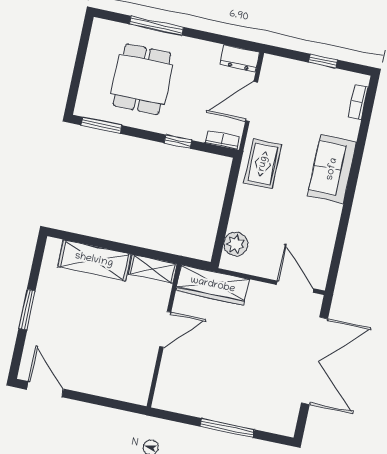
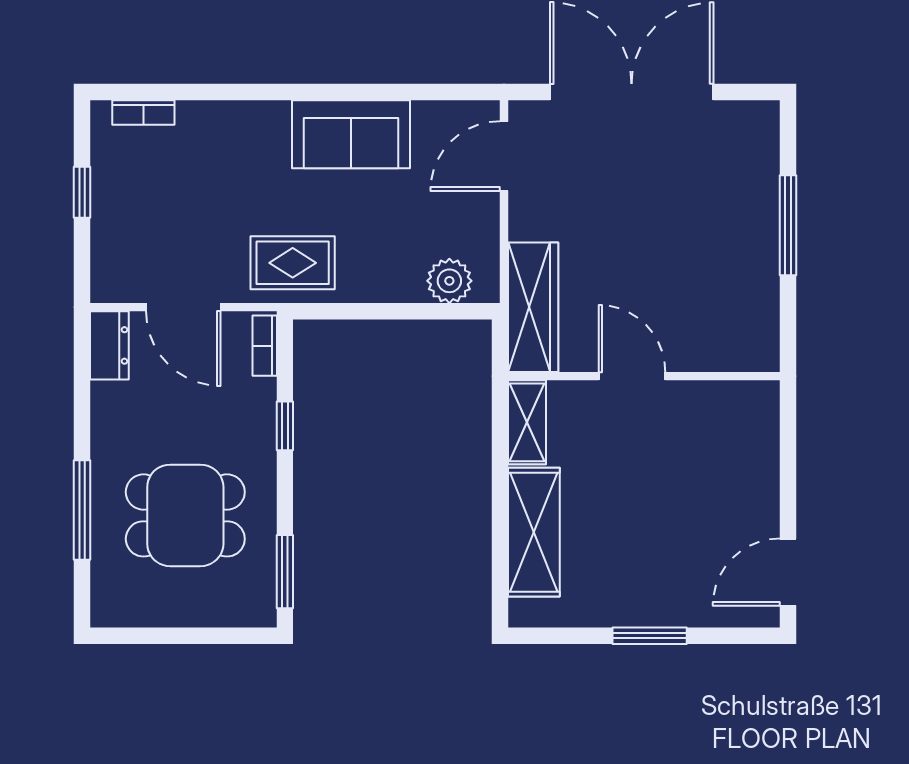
sofa: (332, 169) -> (351, 134), moved

